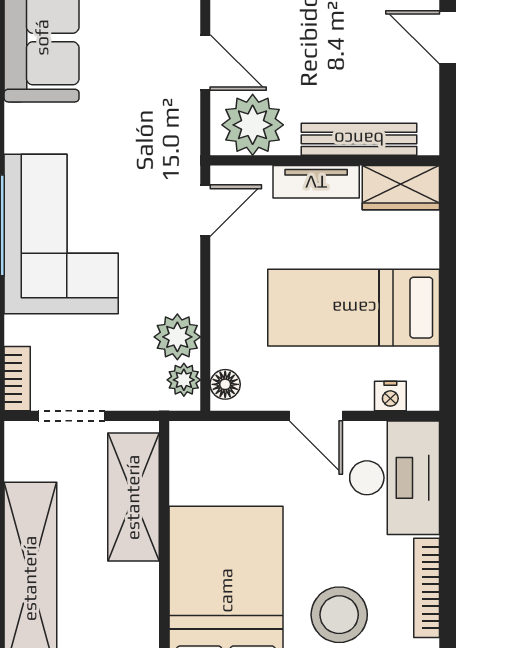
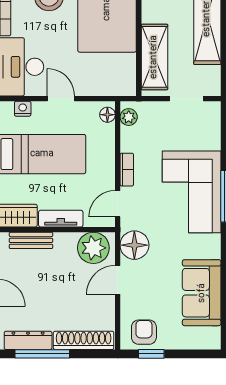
door: (205, 62) -> (118, 280), hinge flipped
floor lamp: (172, 130) -> (134, 245), added
bench: (359, 139) -> (31, 240), width x0.73
plant: (177, 337) -> (132, 139), removed
bookcase: (17, 379) -> (127, 170), moved, turned 180

